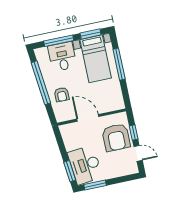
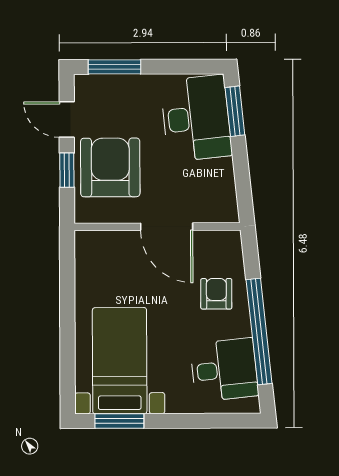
window: (59, 41) -> (197, 421), removed
desk: (62, 57) -> (224, 370), moved, turned -96
window: (119, 64) -> (67, 337), removed
window: (95, 185) -> (115, 67), moved

